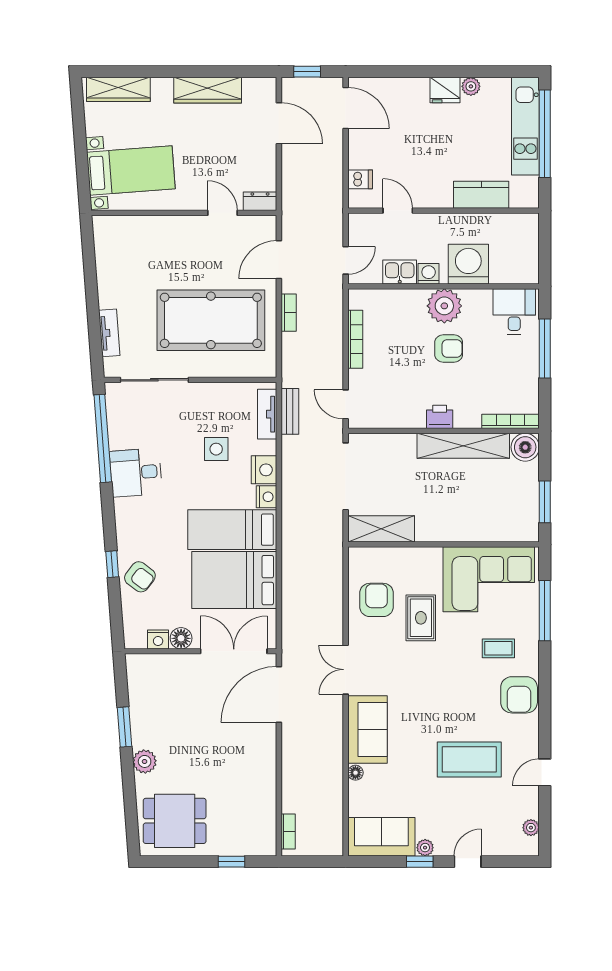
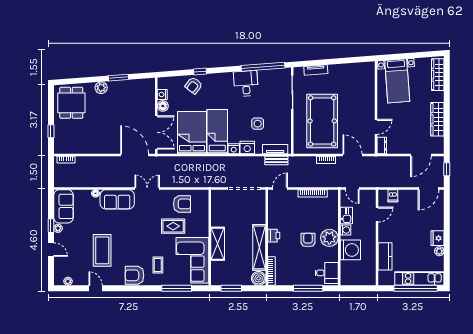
armchair: (449, 349) -> (308, 240), turned 180
shelving: (381, 529) -> (218, 244), moved

